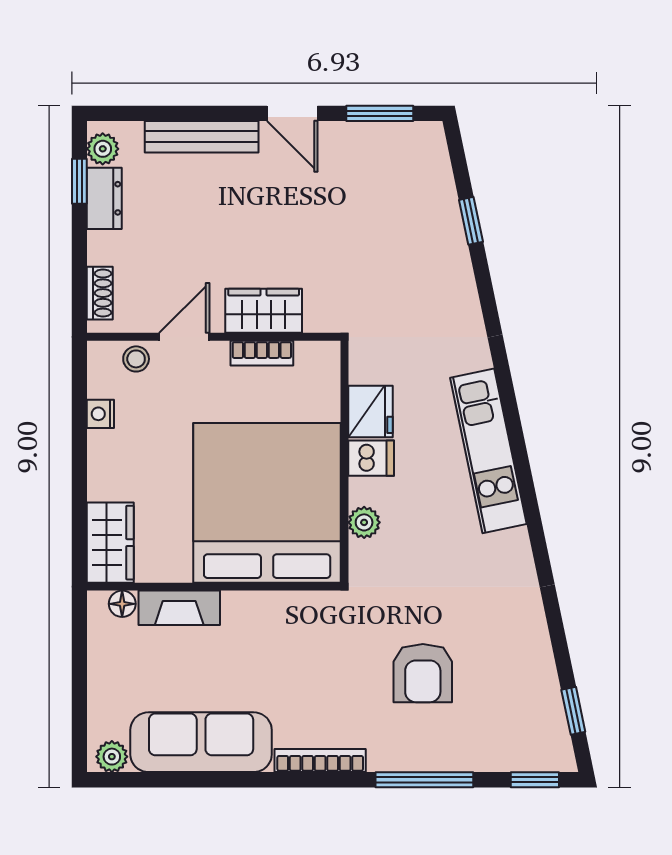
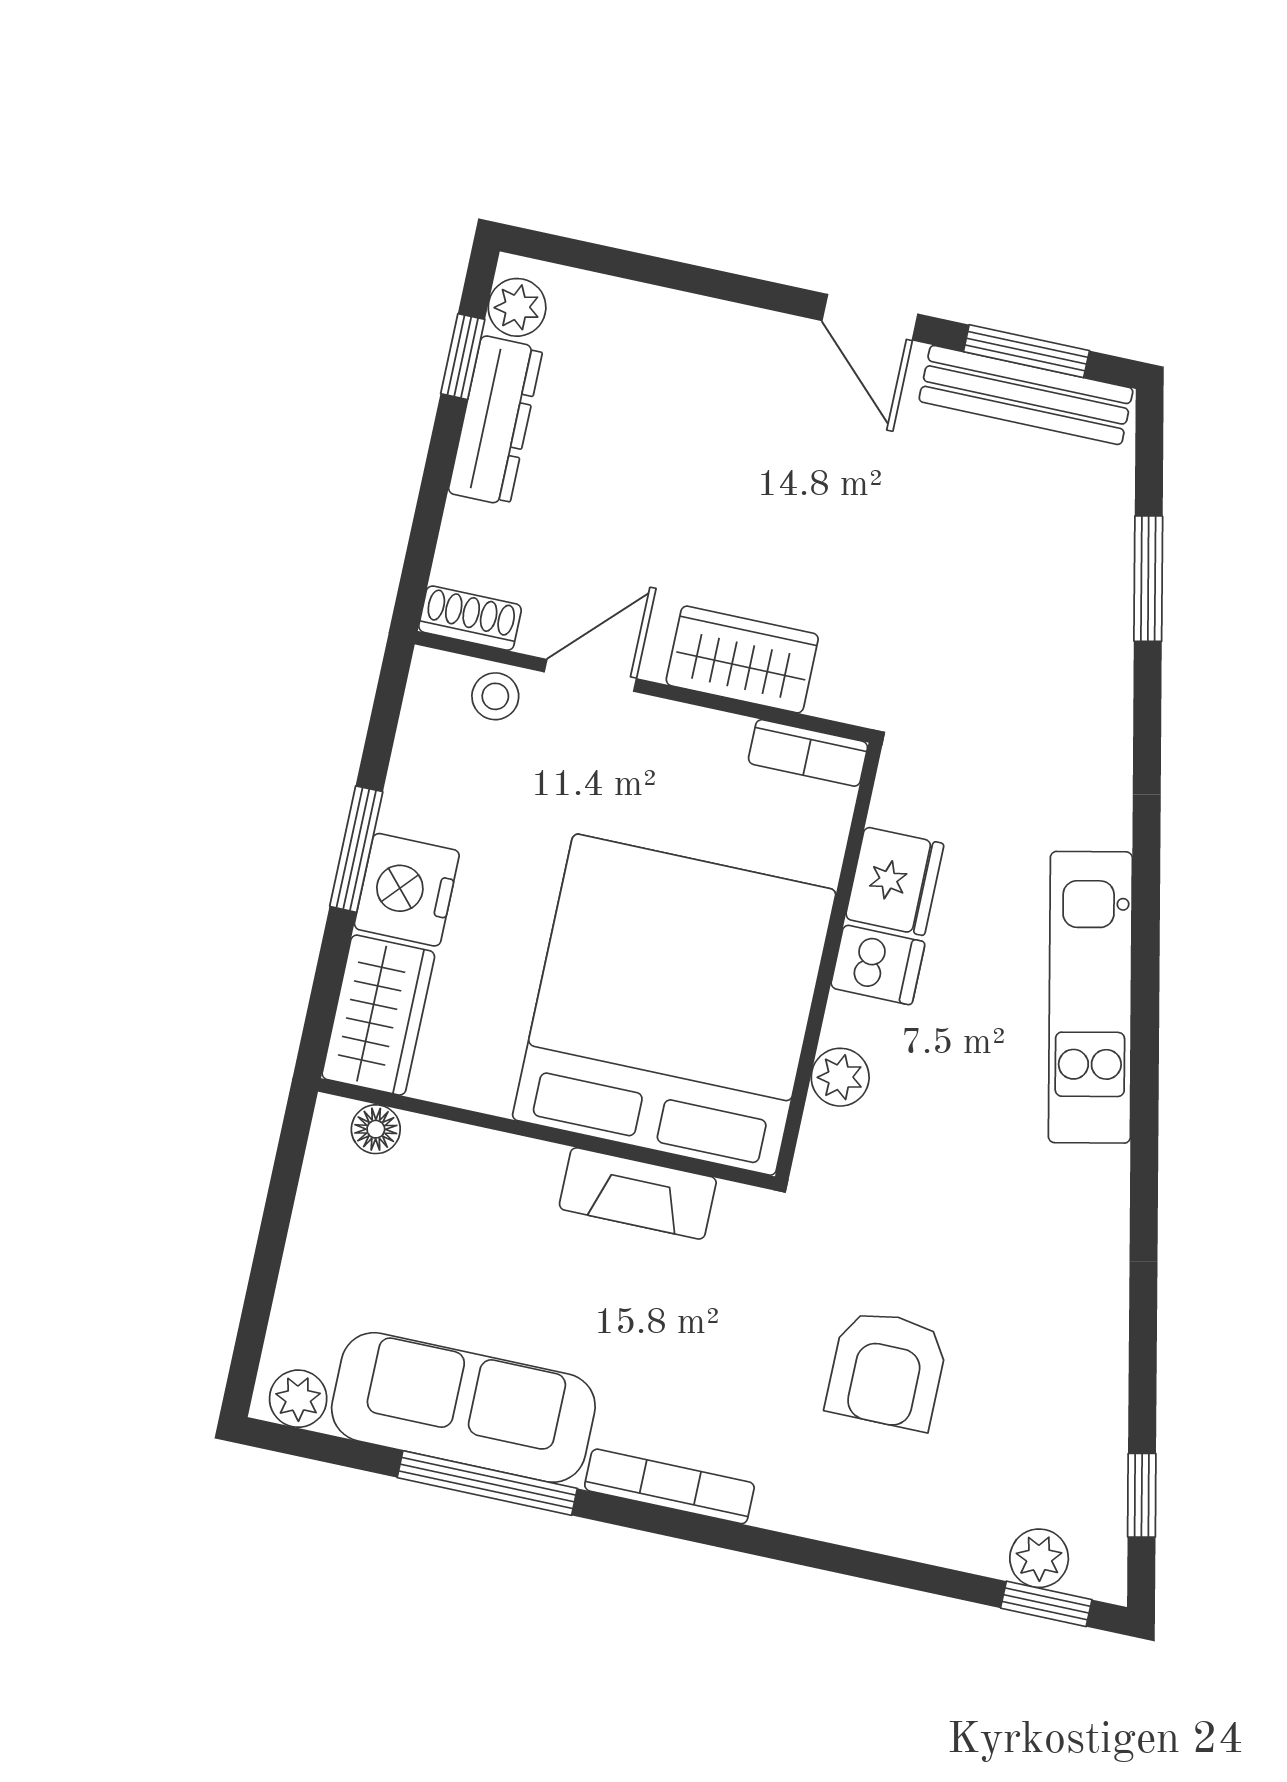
bench: (202, 137) -> (1026, 395), moved
dresser: (104, 198) -> (495, 421), width x1.44
window: (471, 221) -> (1148, 579), width x1.50
shoe rack: (100, 293) -> (470, 618), moved, turned -90
bookcase: (262, 353) -> (808, 753), moved
nightstand: (100, 414) -> (407, 890), moved, width x1.89, depth x1.79
window: (79, 457) -> (356, 849), added
fireplace: (179, 608) -> (638, 1193), moved
plant: (526, 756) -> (1039, 1558), added
window: (424, 780) -> (487, 1483), moved

